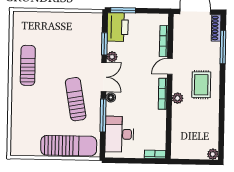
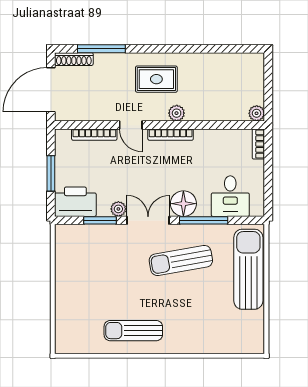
window: (123, 10) -> (51, 173), moved
floor lamp: (111, 97) -> (183, 204), width x1.89, depth x1.89
desk: (119, 134) -> (230, 196), width x0.73
plant: (213, 154) -> (257, 113), moved

